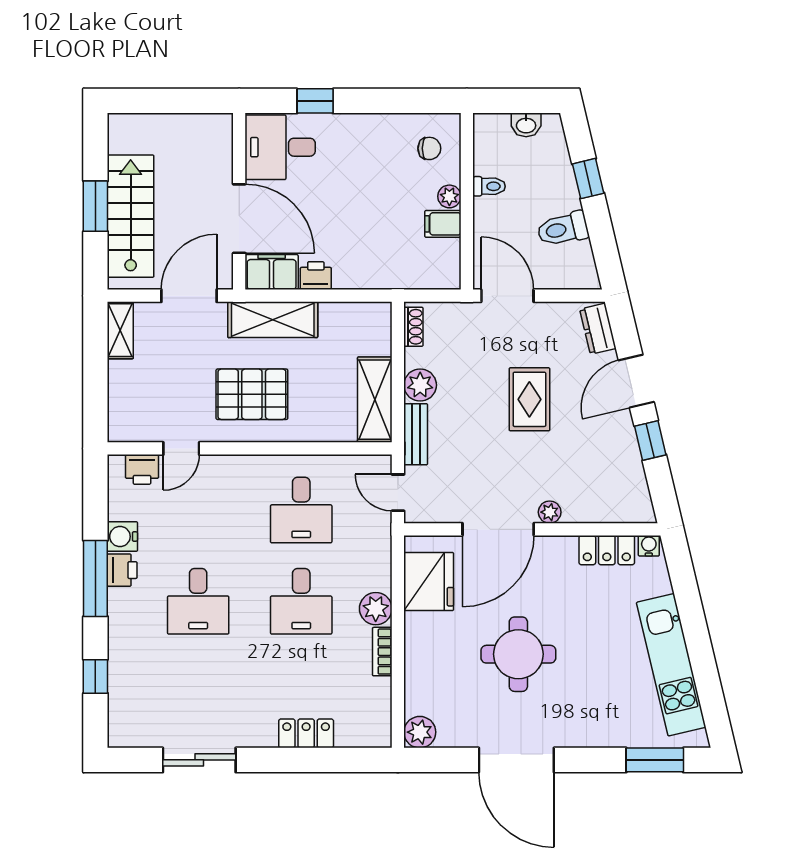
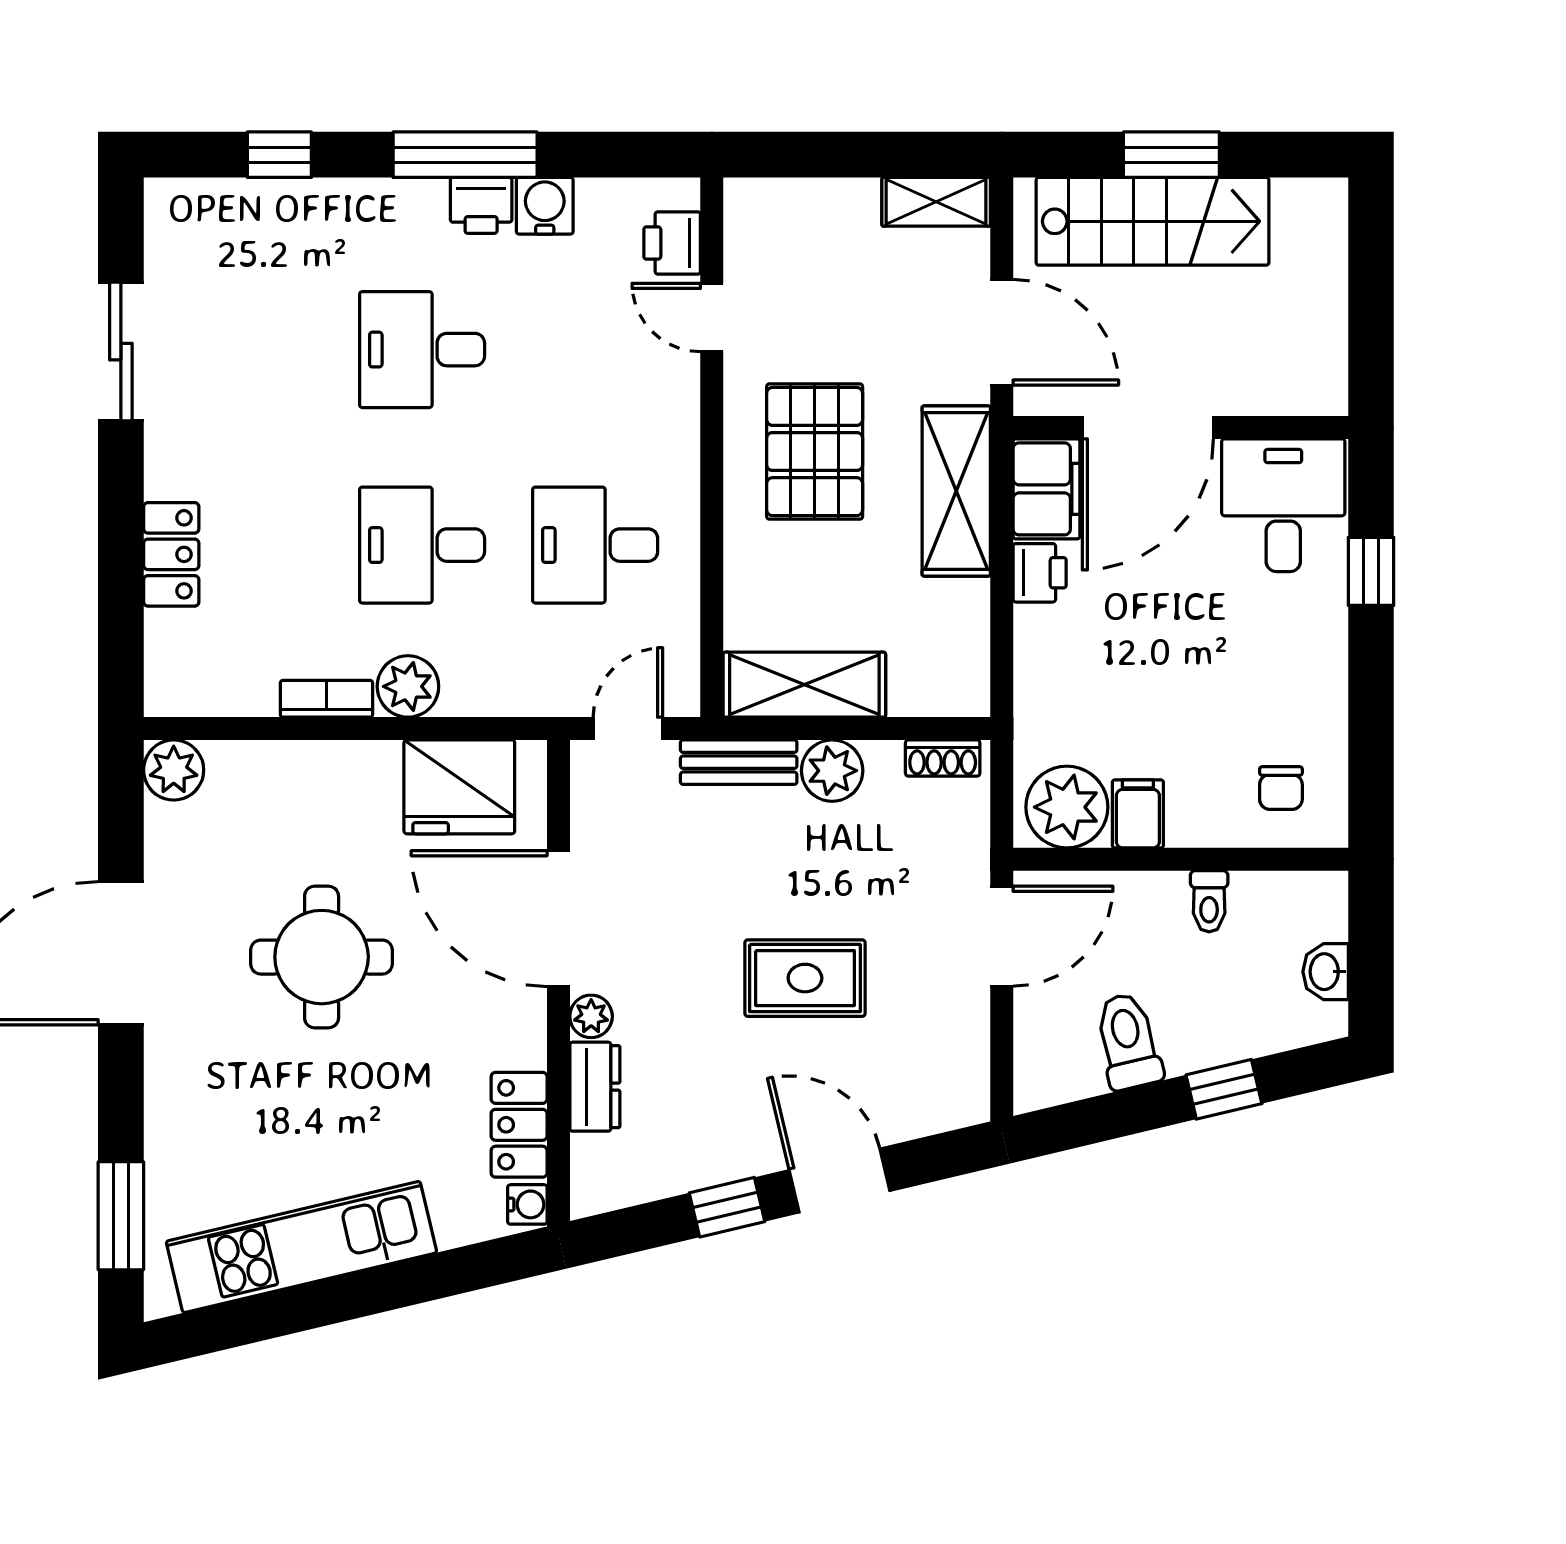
plant: (449, 196) -> (1067, 807), moved, width x1.88, depth x1.88
dresser: (598, 329) -> (595, 1087), moved, turned 103

